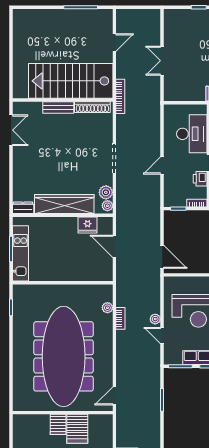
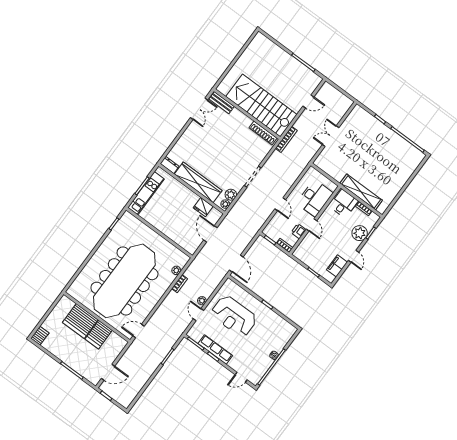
bench: (58, 107) -> (222, 103), moved
door: (162, 165) -> (280, 204), swing flipped
server rack: (58, 424) -> (80, 321), width x2.18, depth x1.44

